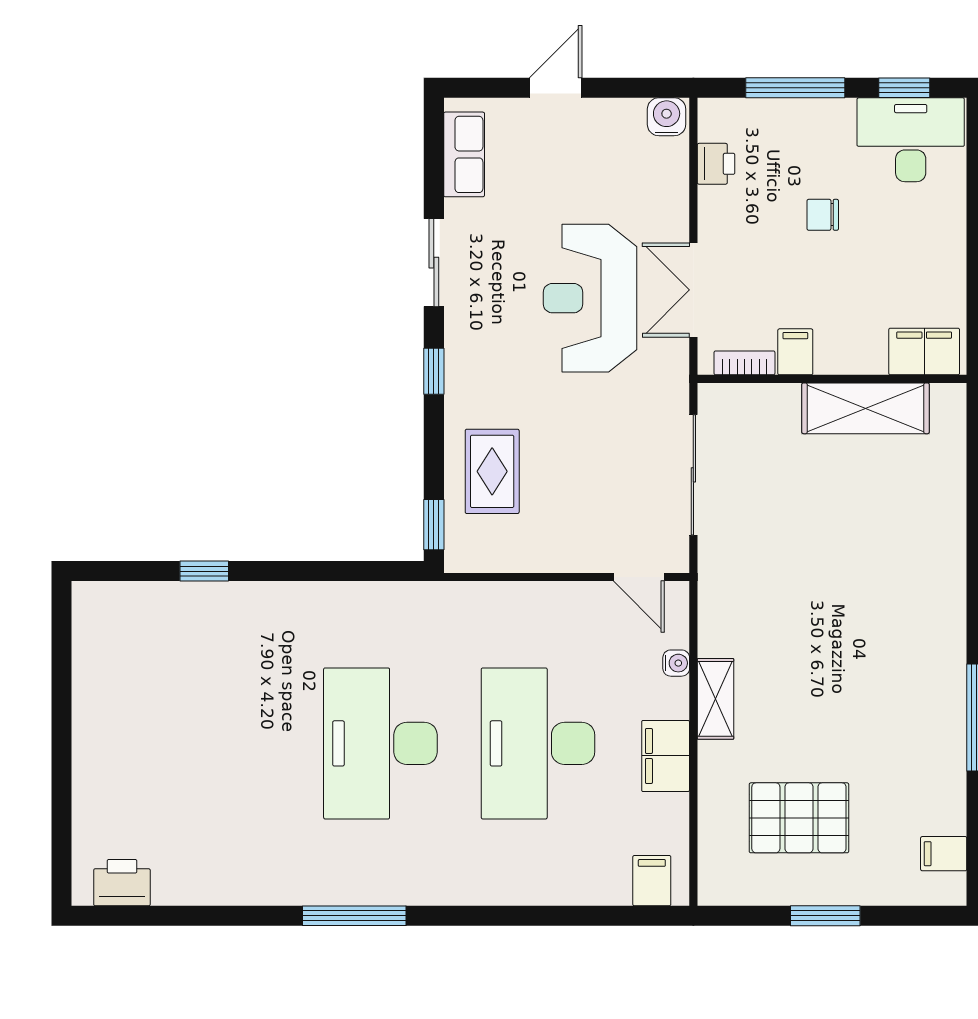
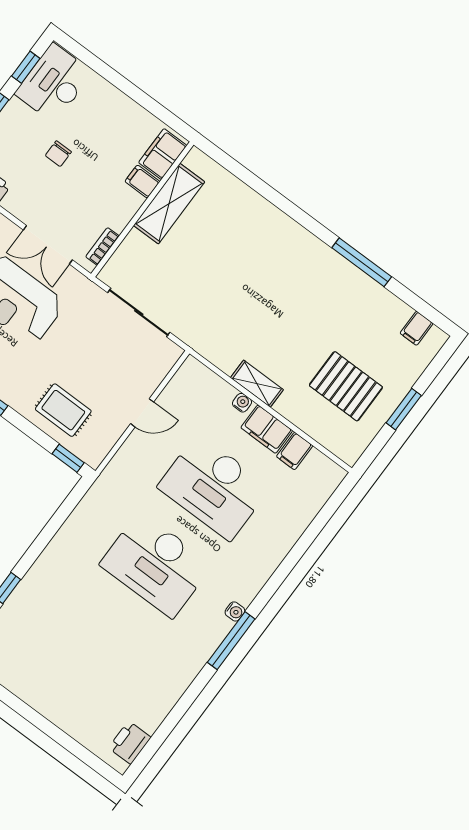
filing cabinet: (795, 352) -> (142, 181), moved
door: (639, 577) -> (142, 413), moved
water cooler: (676, 663) -> (242, 403), moved
pallet: (799, 818) -> (346, 386), turned 90
filing cabinet: (652, 881) -> (295, 451), moved, turned -90
water cooler: (396, 892) -> (235, 611), added

